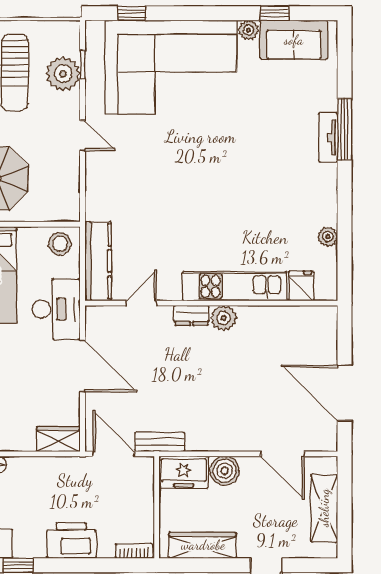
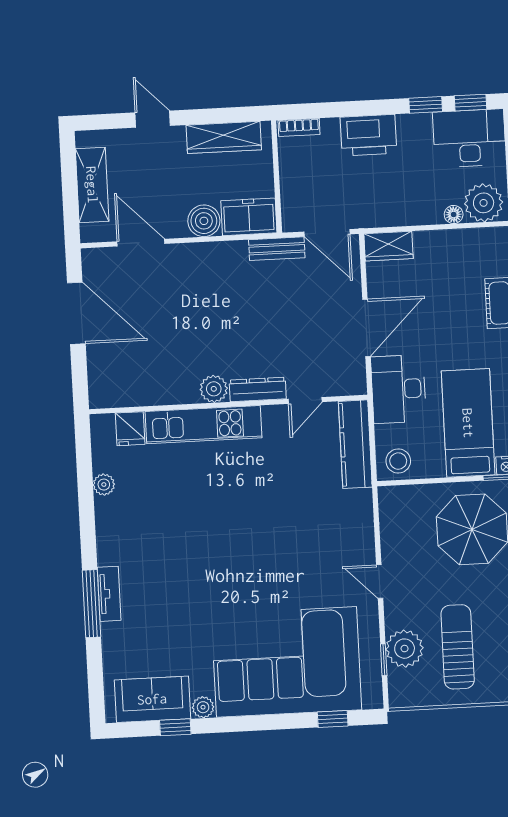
dresser: (192, 315) -> (258, 389), width x1.44
door: (82, 366) -> (366, 328), swing flipped

